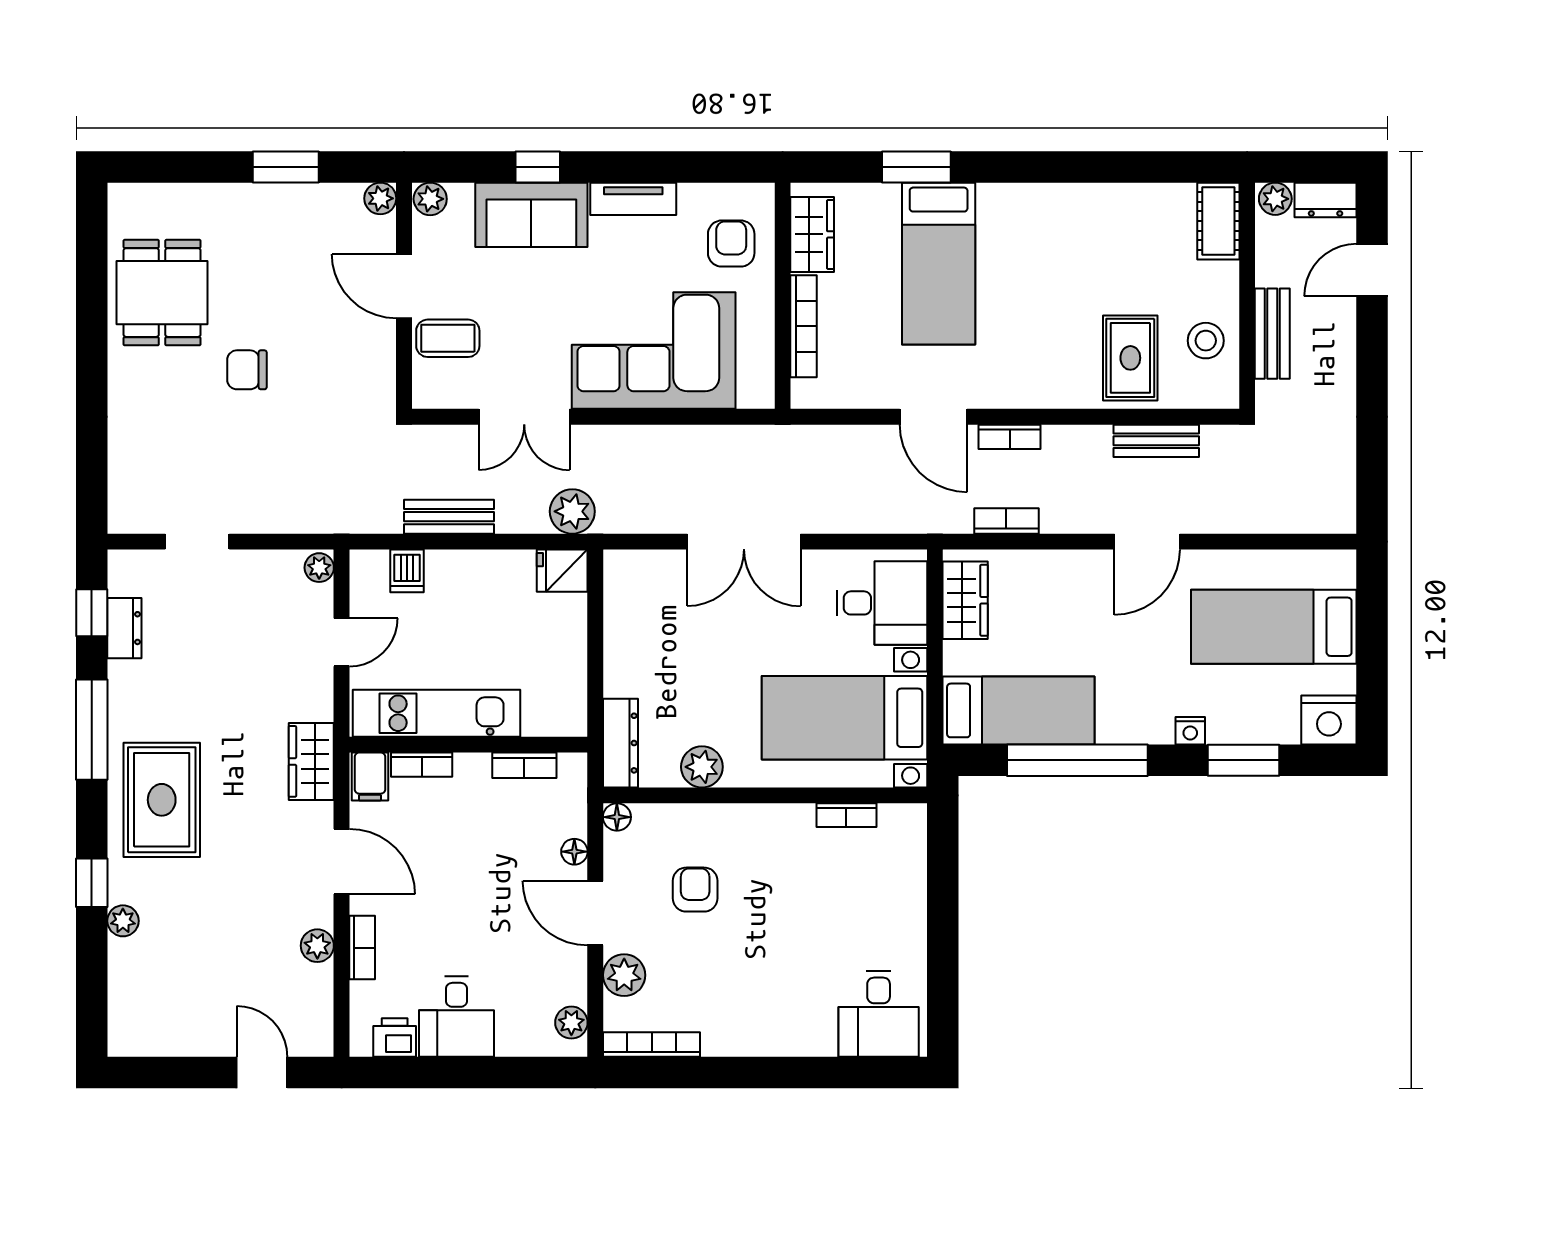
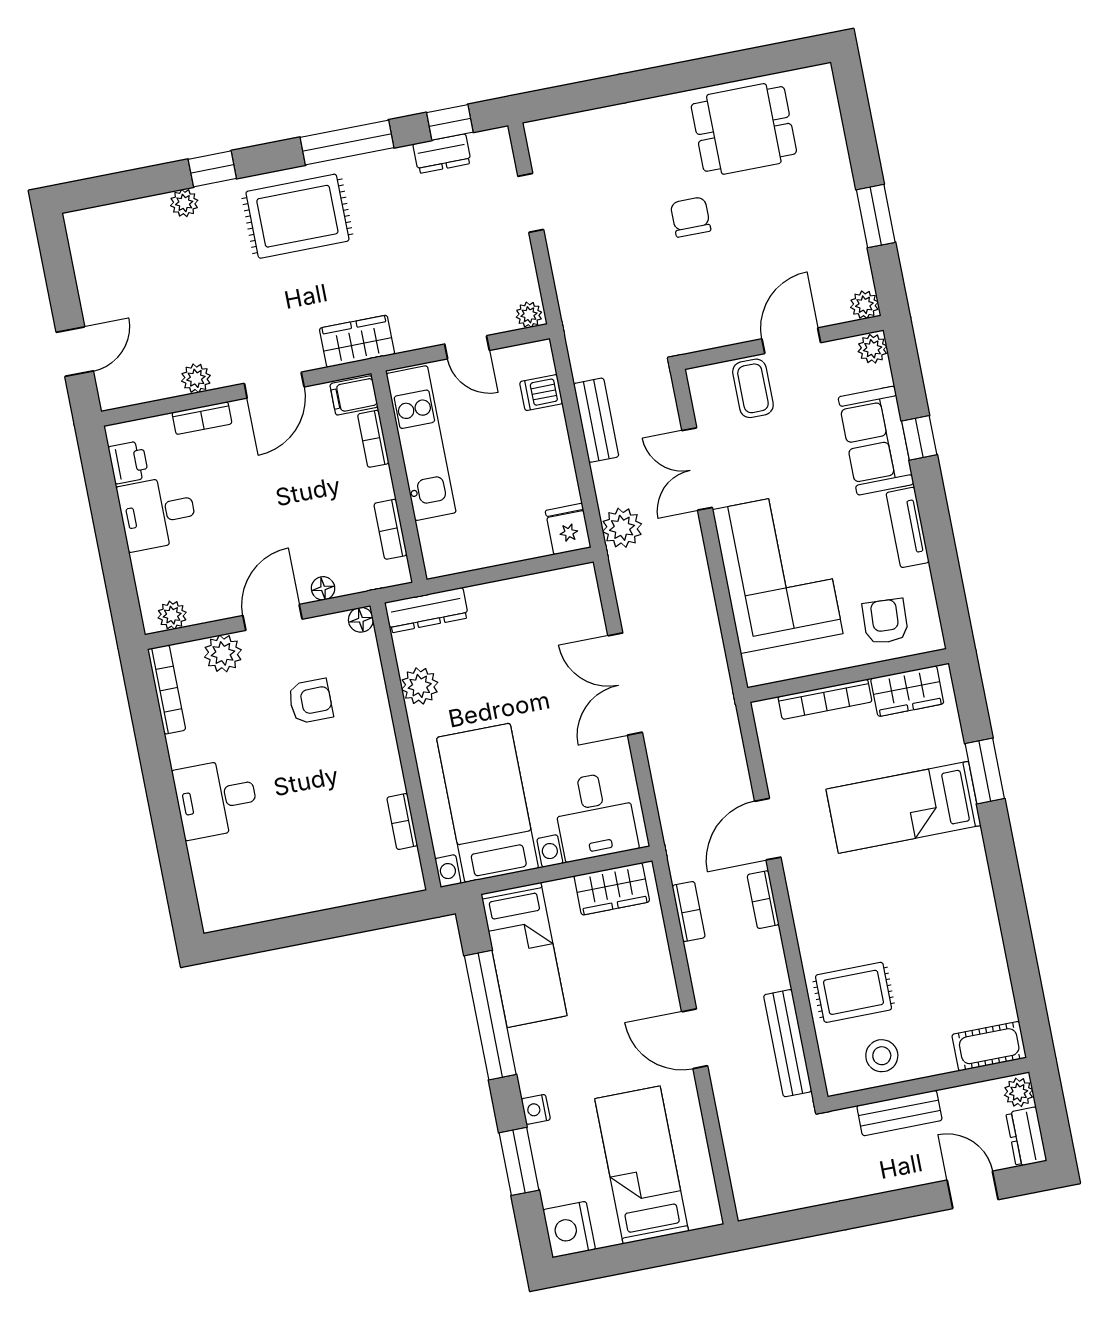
armchair: (731, 244) -> (885, 621), turned -87
bench: (1156, 441) -> (788, 1043), width x1.36
desk: (879, 1014) -> (216, 798), moved

